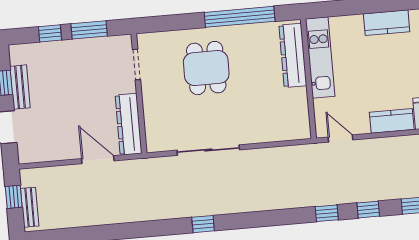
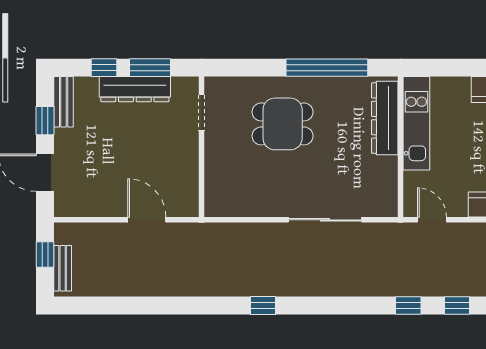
dining table: (206, 68) -> (283, 124), turned 90
bench: (20, 87) -> (64, 102), moved
dresser: (129, 124) -> (135, 89), moved, turned -90
sliding door: (208, 150) -> (325, 220), moved

